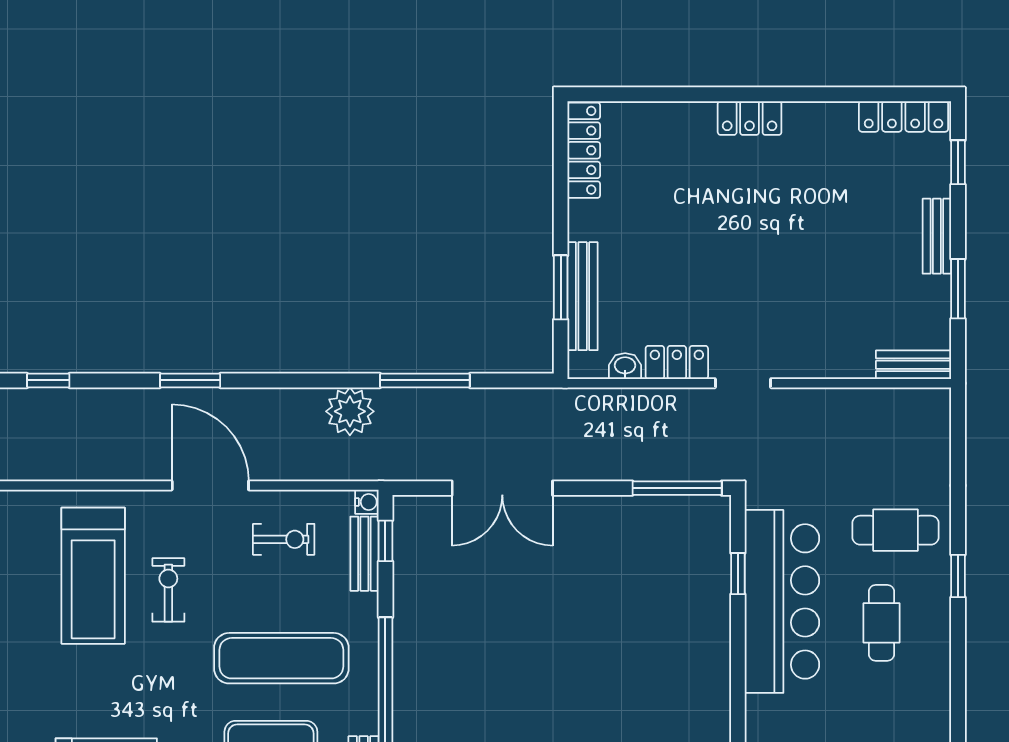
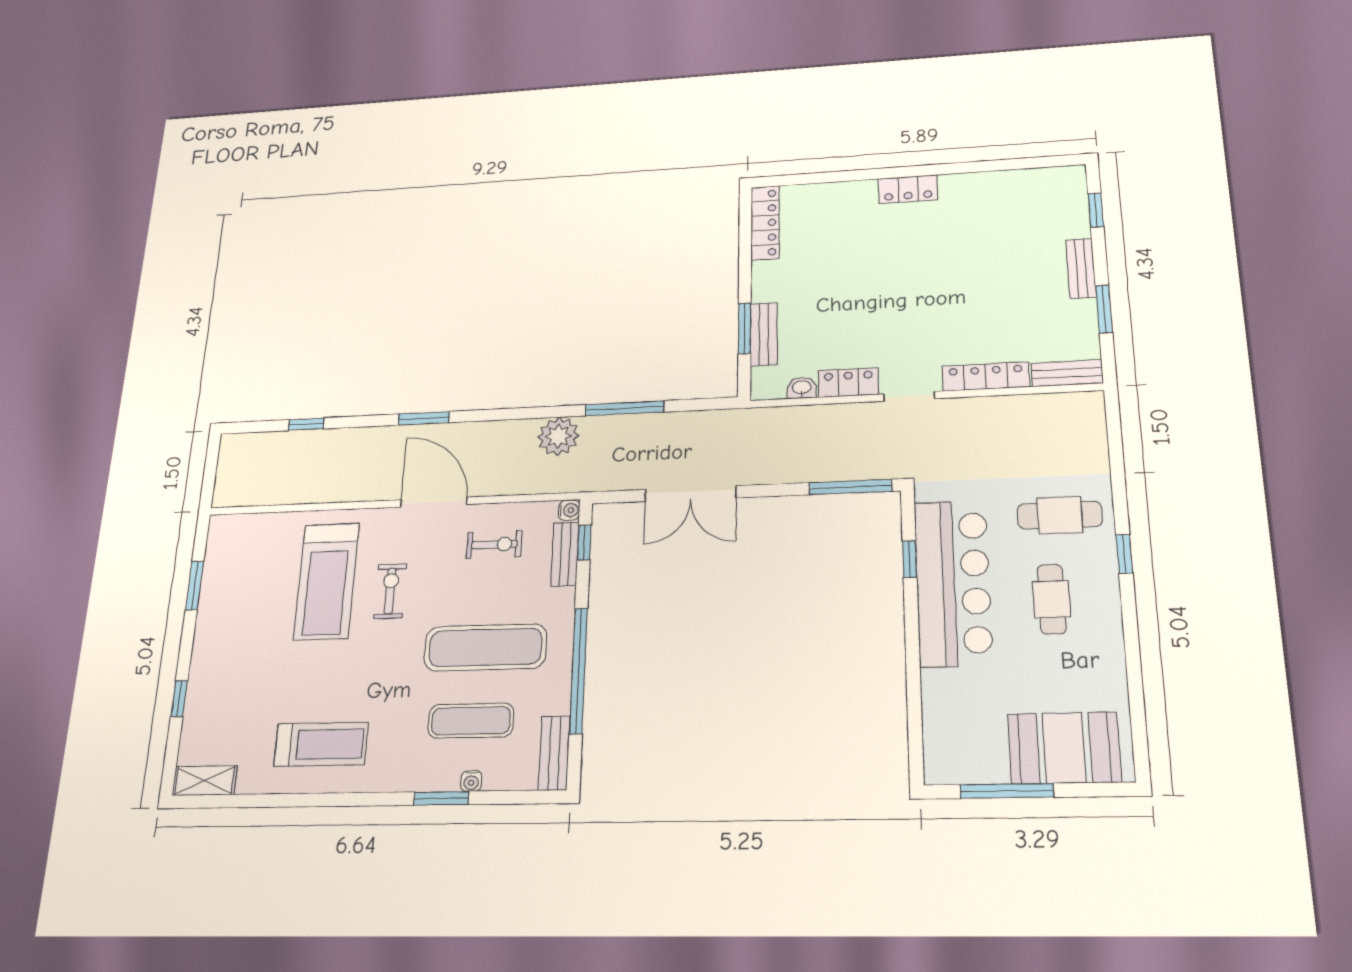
locker: (904, 116) -> (986, 376), moved, turned 180
bench: (583, 296) -> (764, 334), width x0.73

